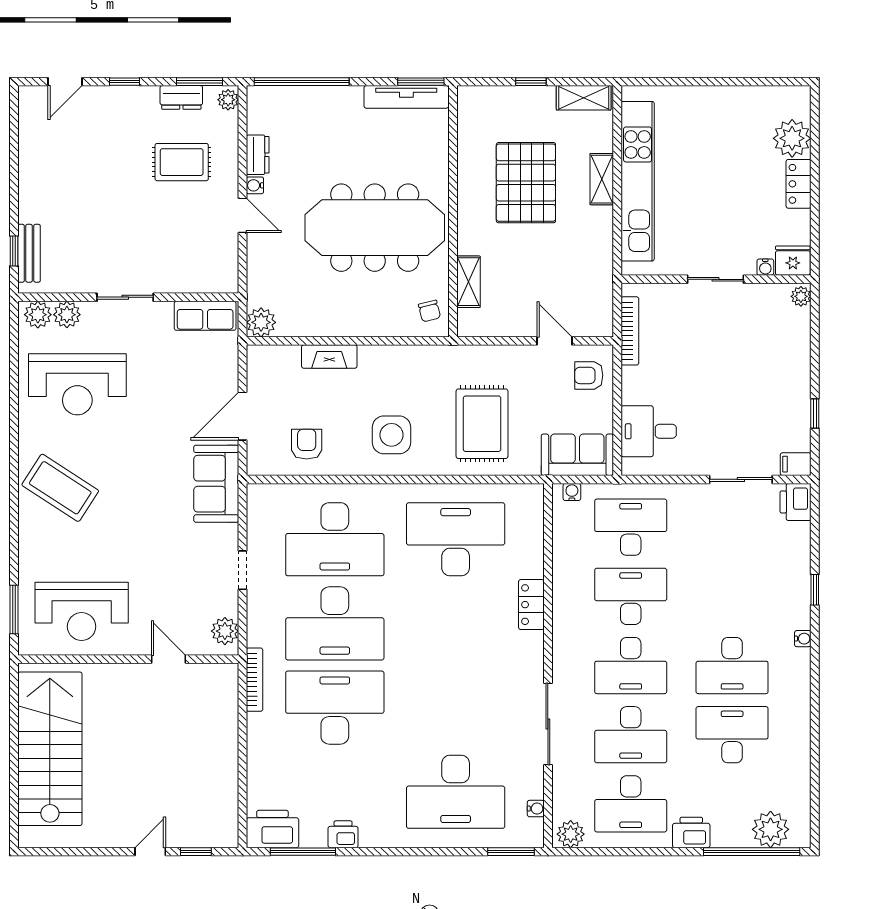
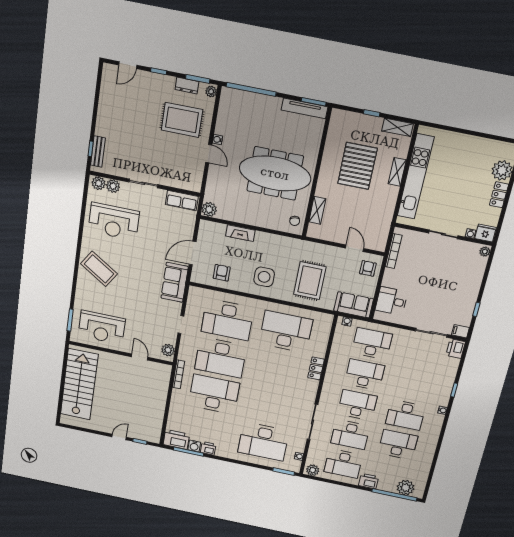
dresser: (258, 155) -> (222, 124), removed
rug: (182, 162) -> (182, 120), width x1.36, depth x1.43
armchair: (589, 375) -> (368, 268), turned 90
desk: (631, 666) -> (357, 405), turned 180
water cooler: (313, 836) -> (194, 446), added

